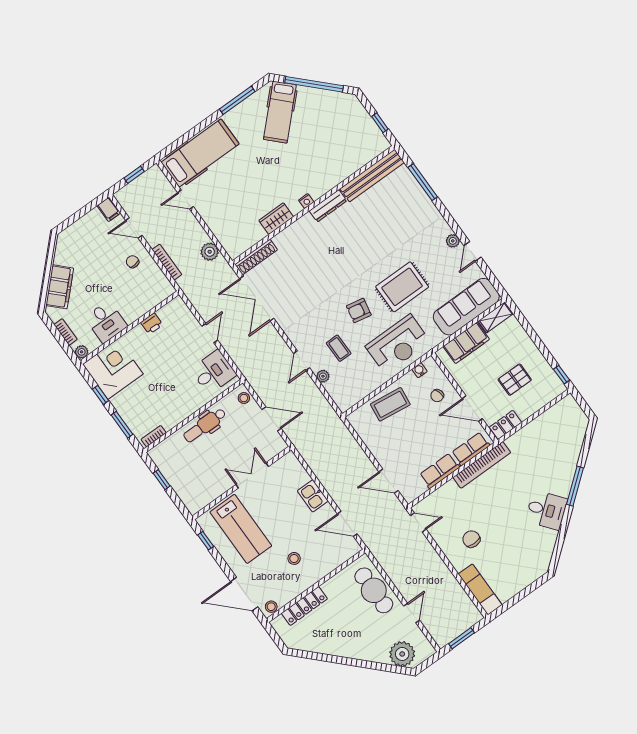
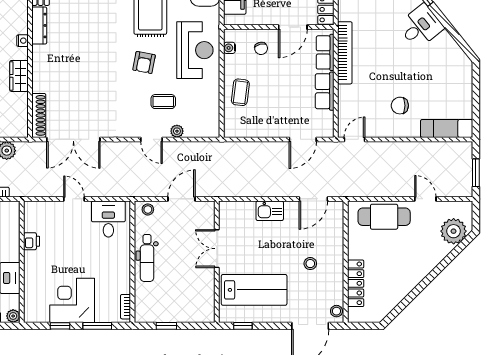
corner desk: (113, 369) -> (72, 300), moved
coffee table: (390, 404) -> (240, 92), width x0.73, depth x0.77

